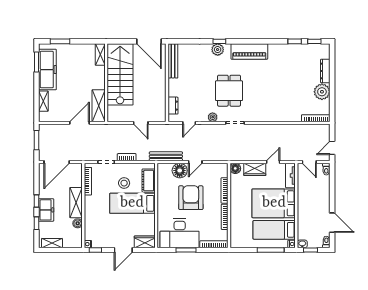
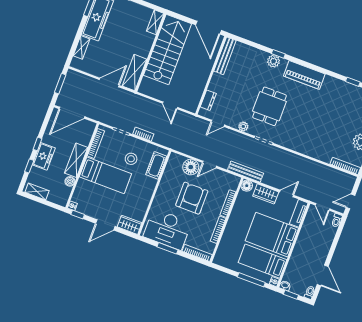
bench: (166, 156) -> (246, 172), moved
bed: (132, 203) -> (105, 175), moved, turned 180

